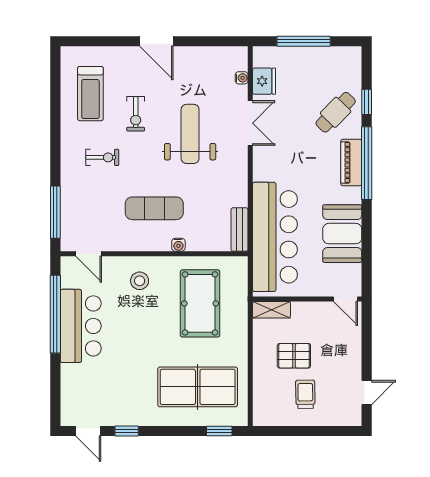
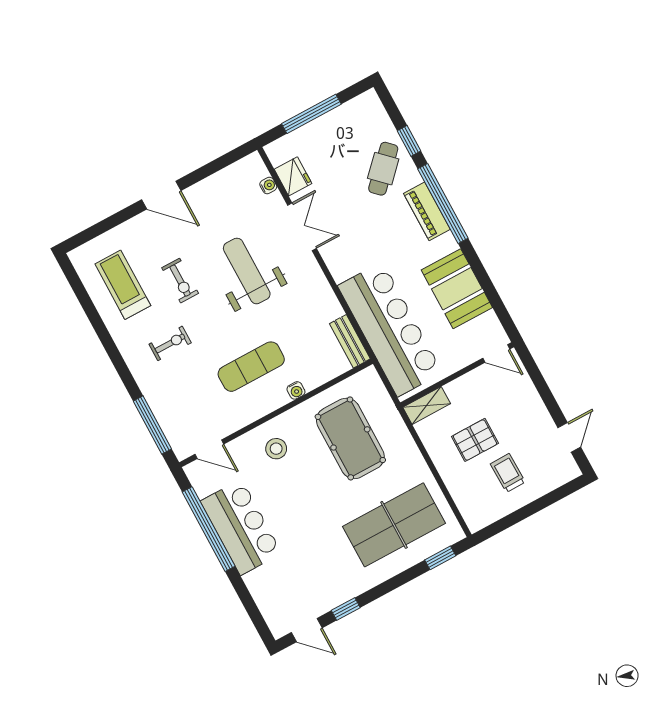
treadmill: (90, 94) -> (123, 285), turned 180

